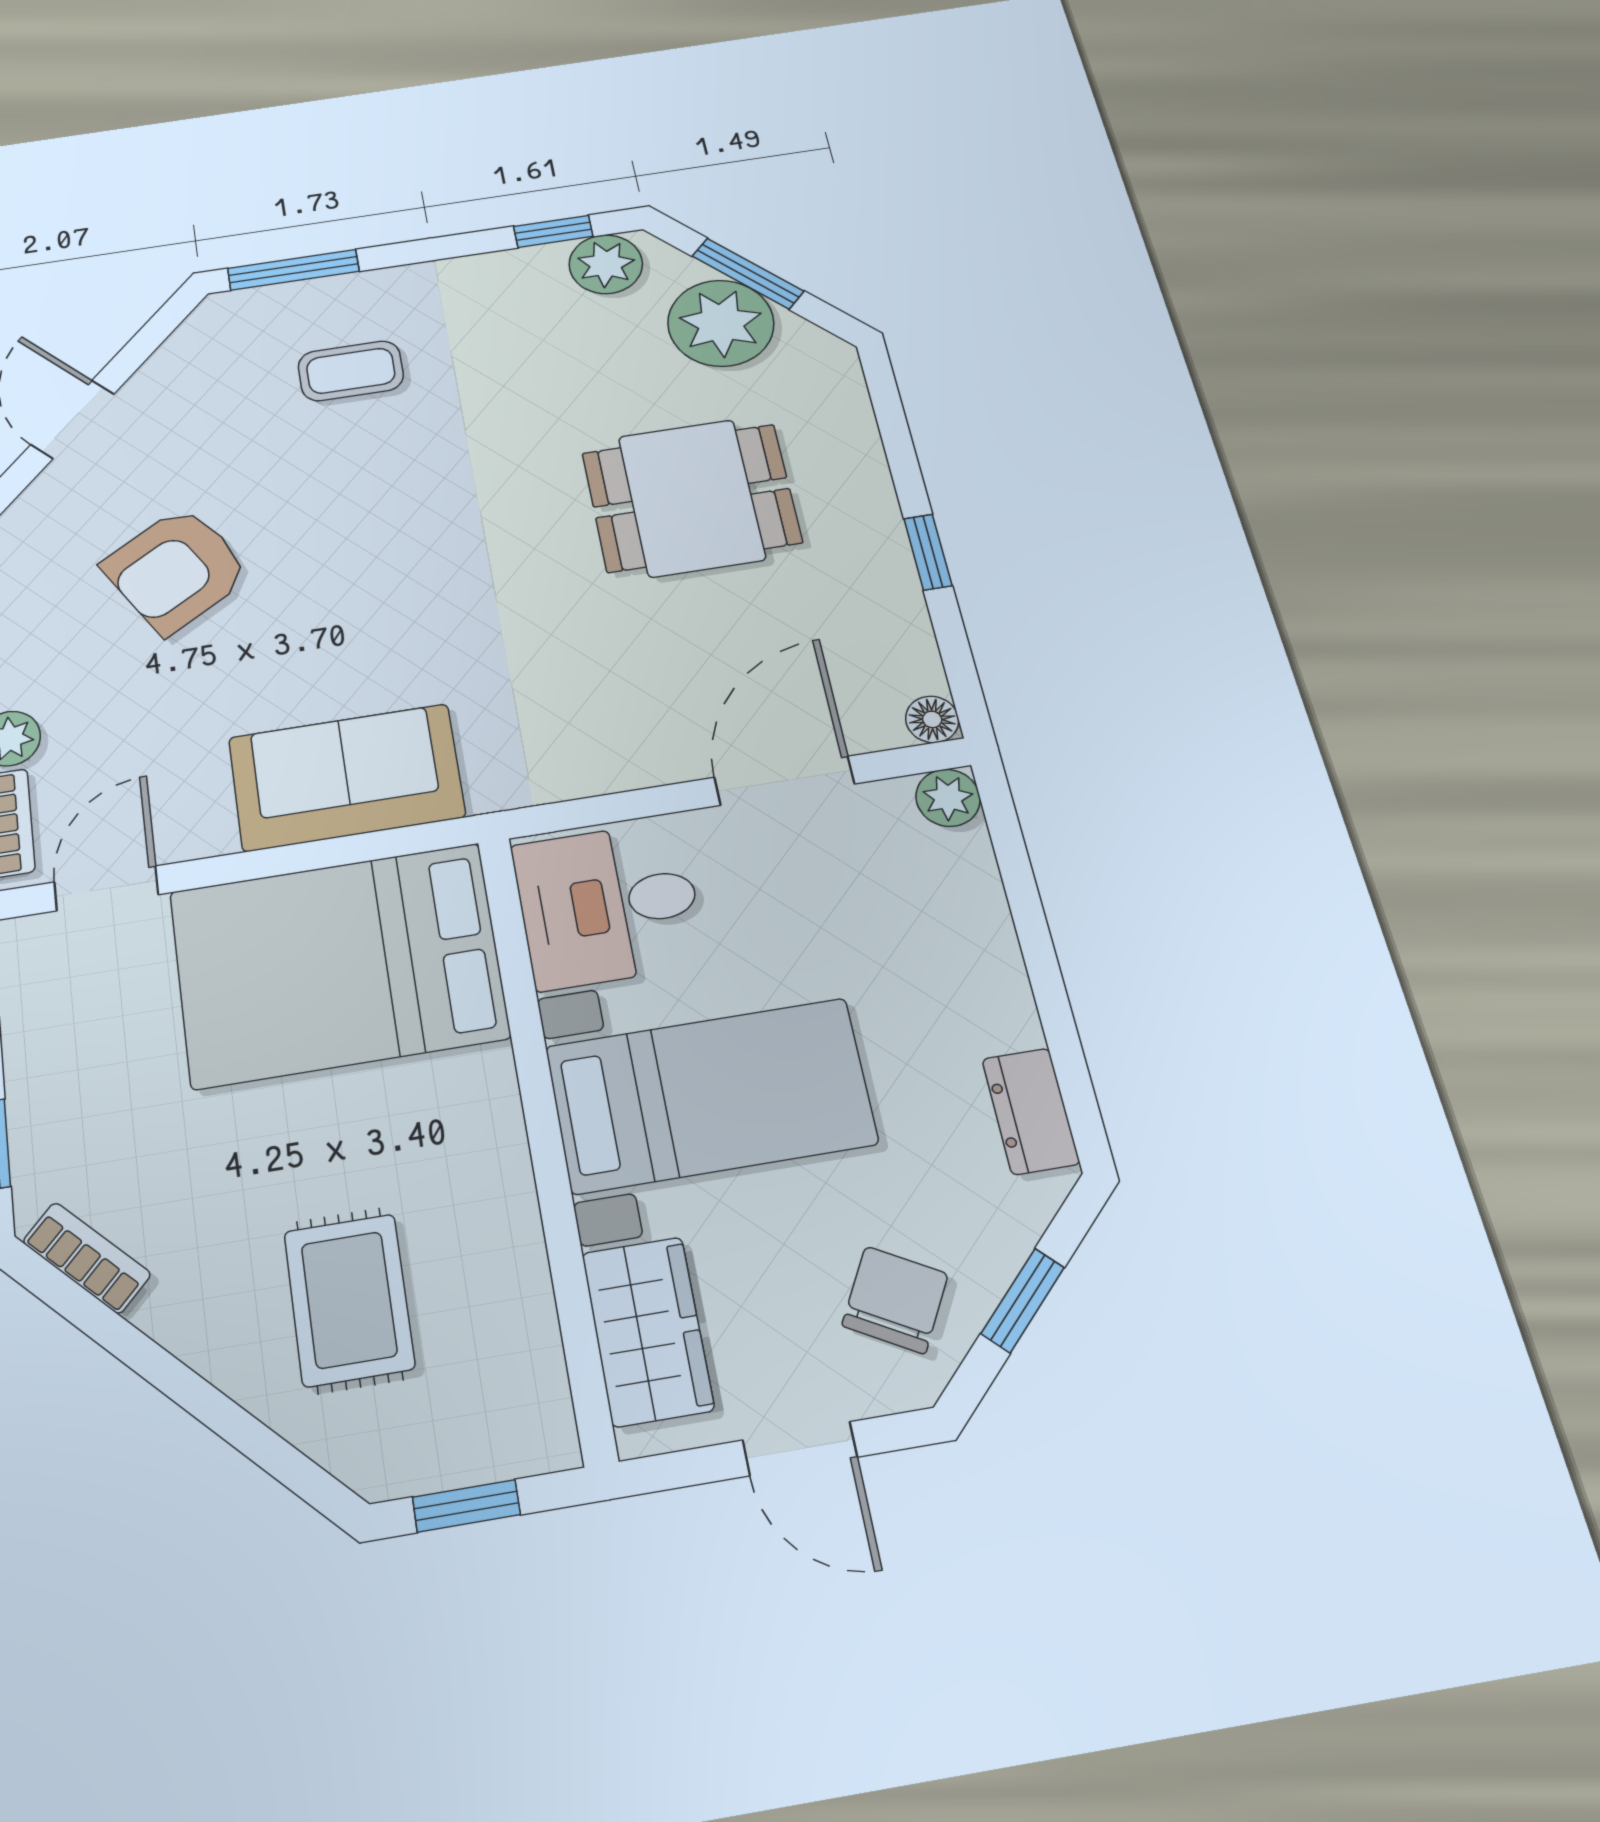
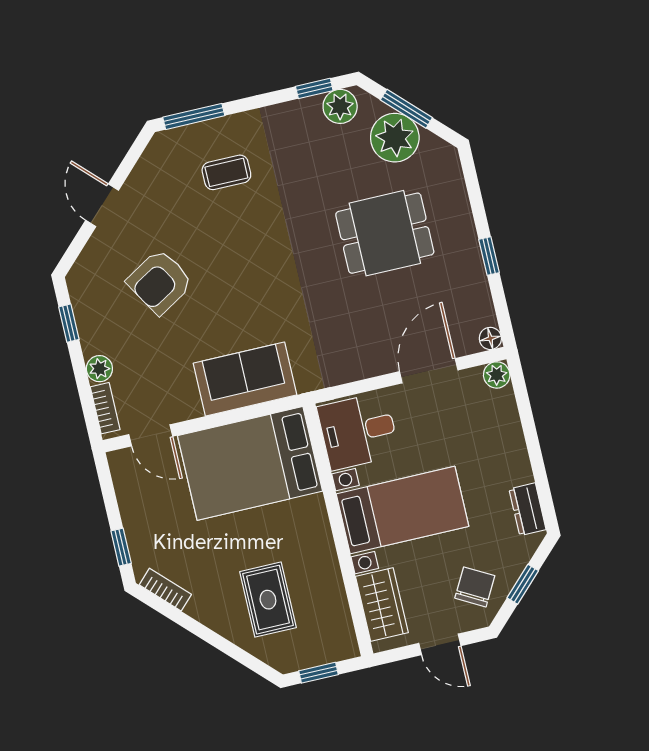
door: (106, 888) -> (151, 435), swing flipped

